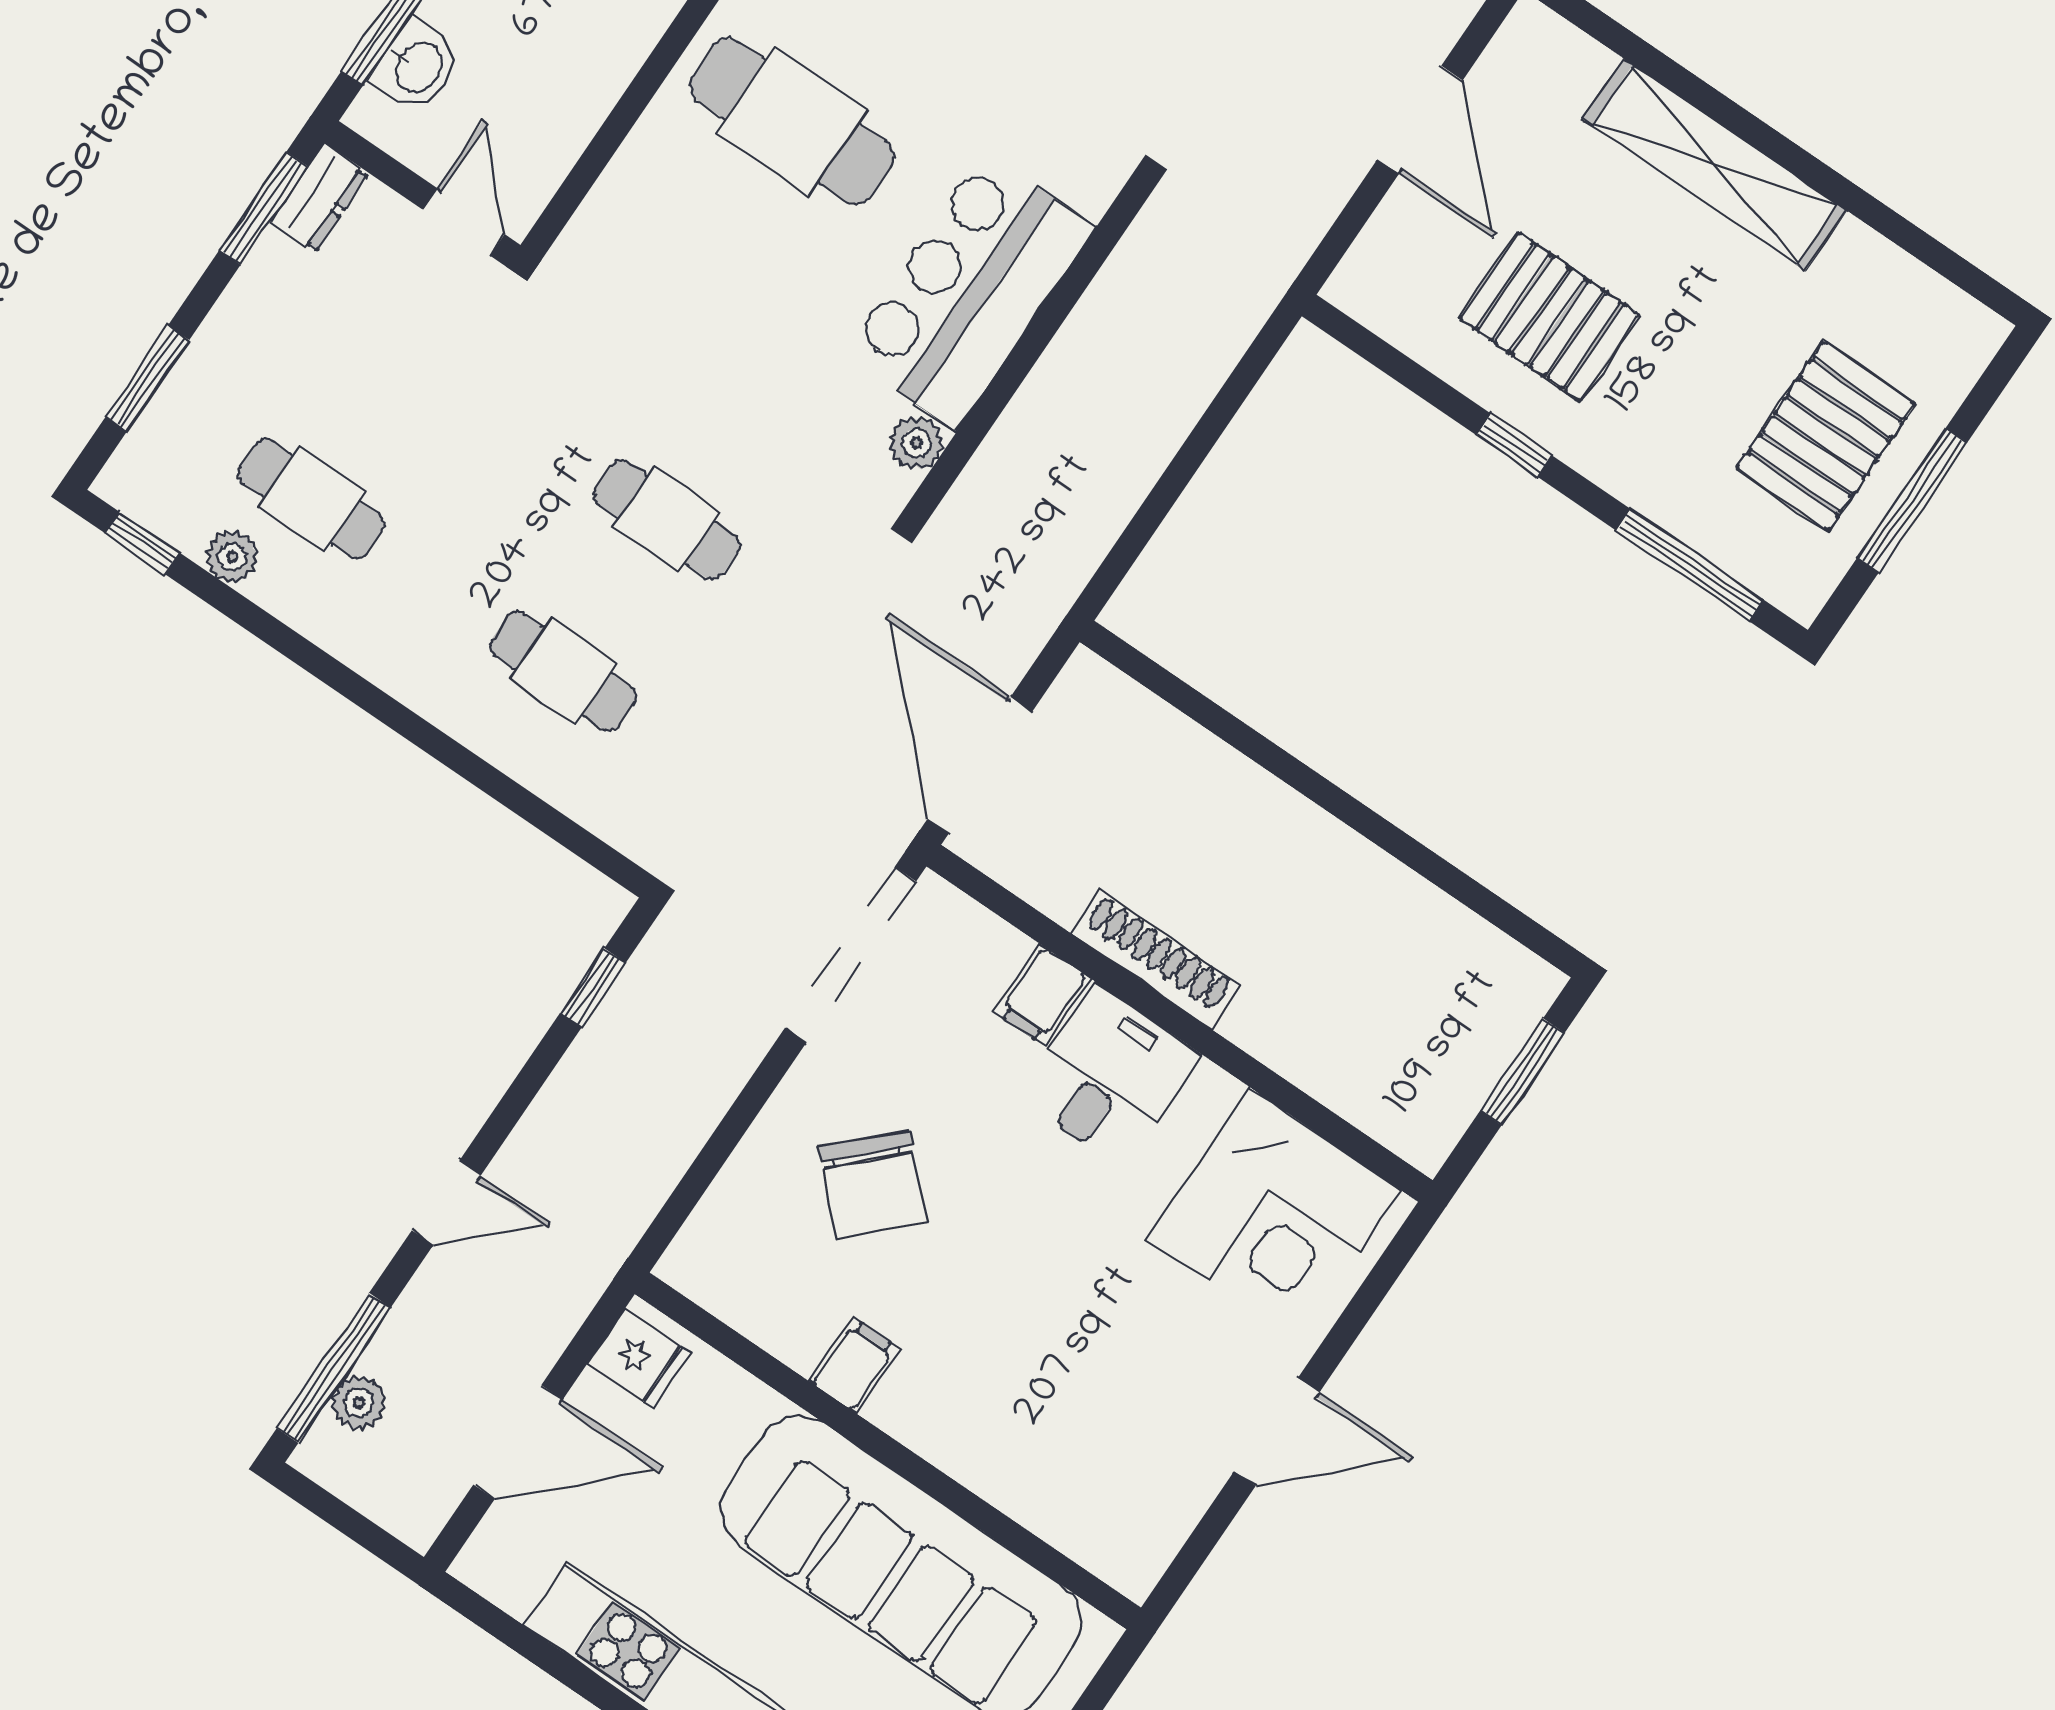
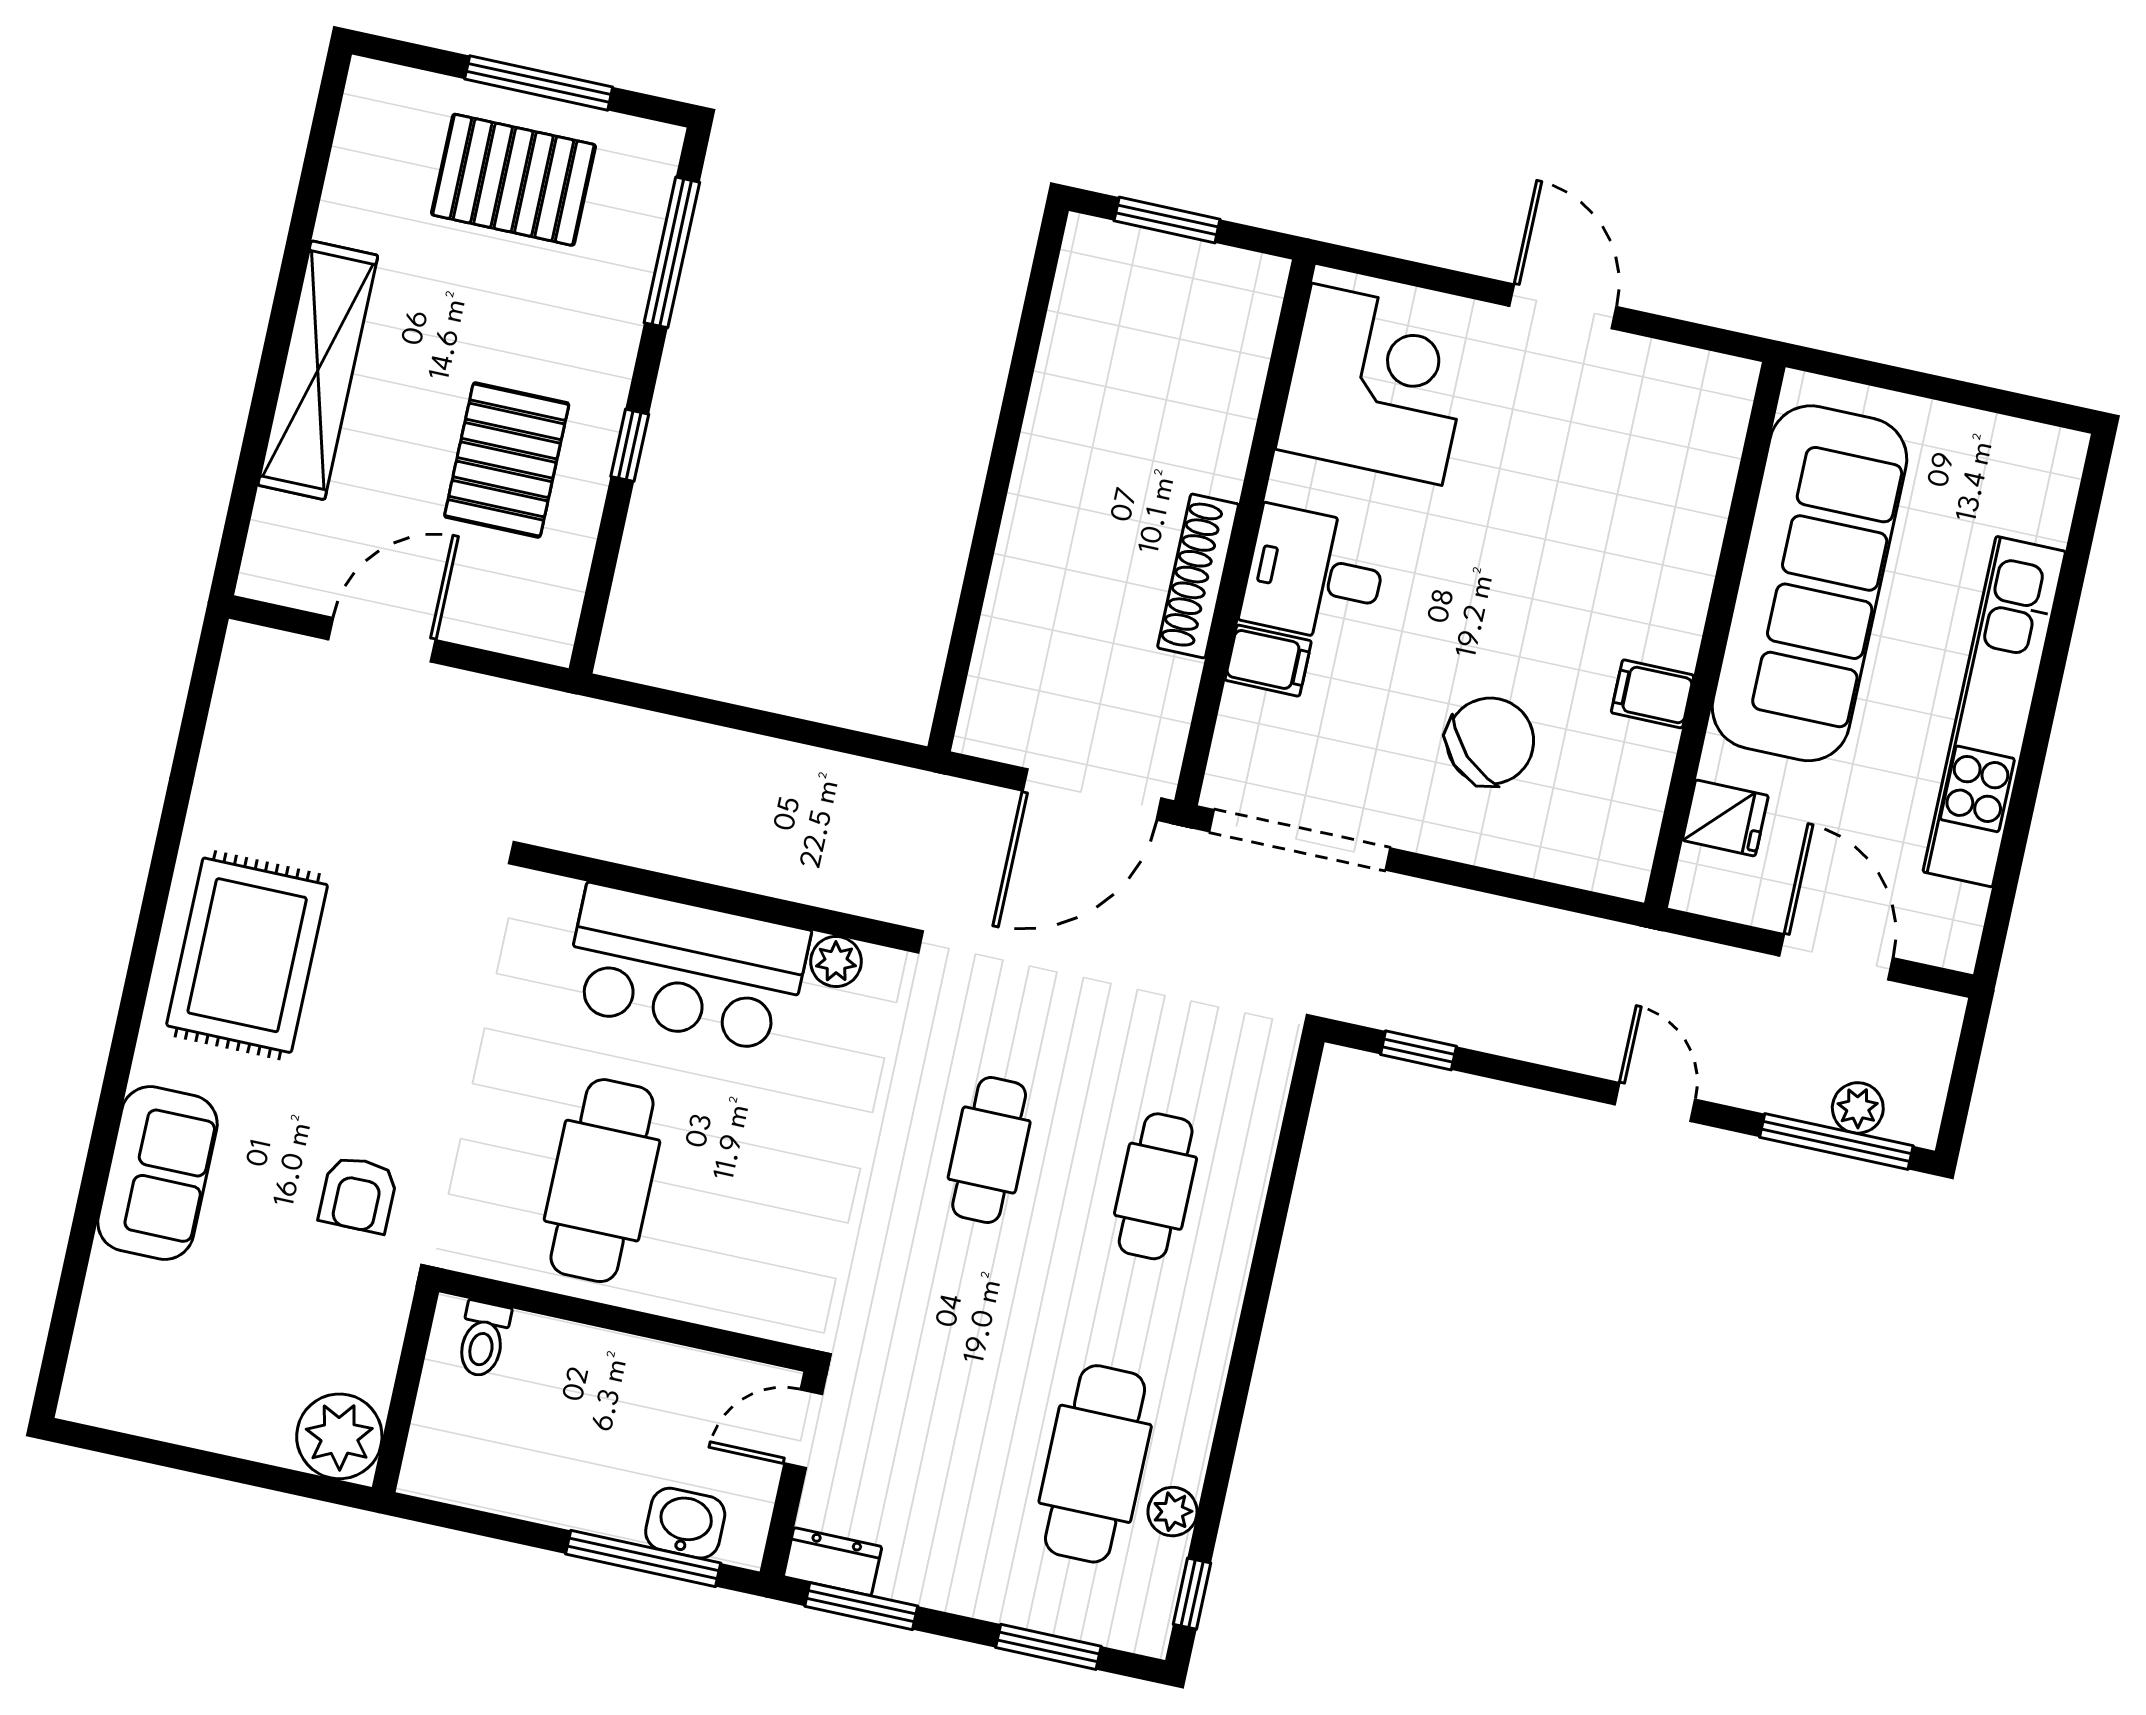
cafe table: (311, 499) -> (1095, 1464), width x1.37, depth x1.35
fridge: (639, 1358) -> (1725, 818), moved, turned 90

